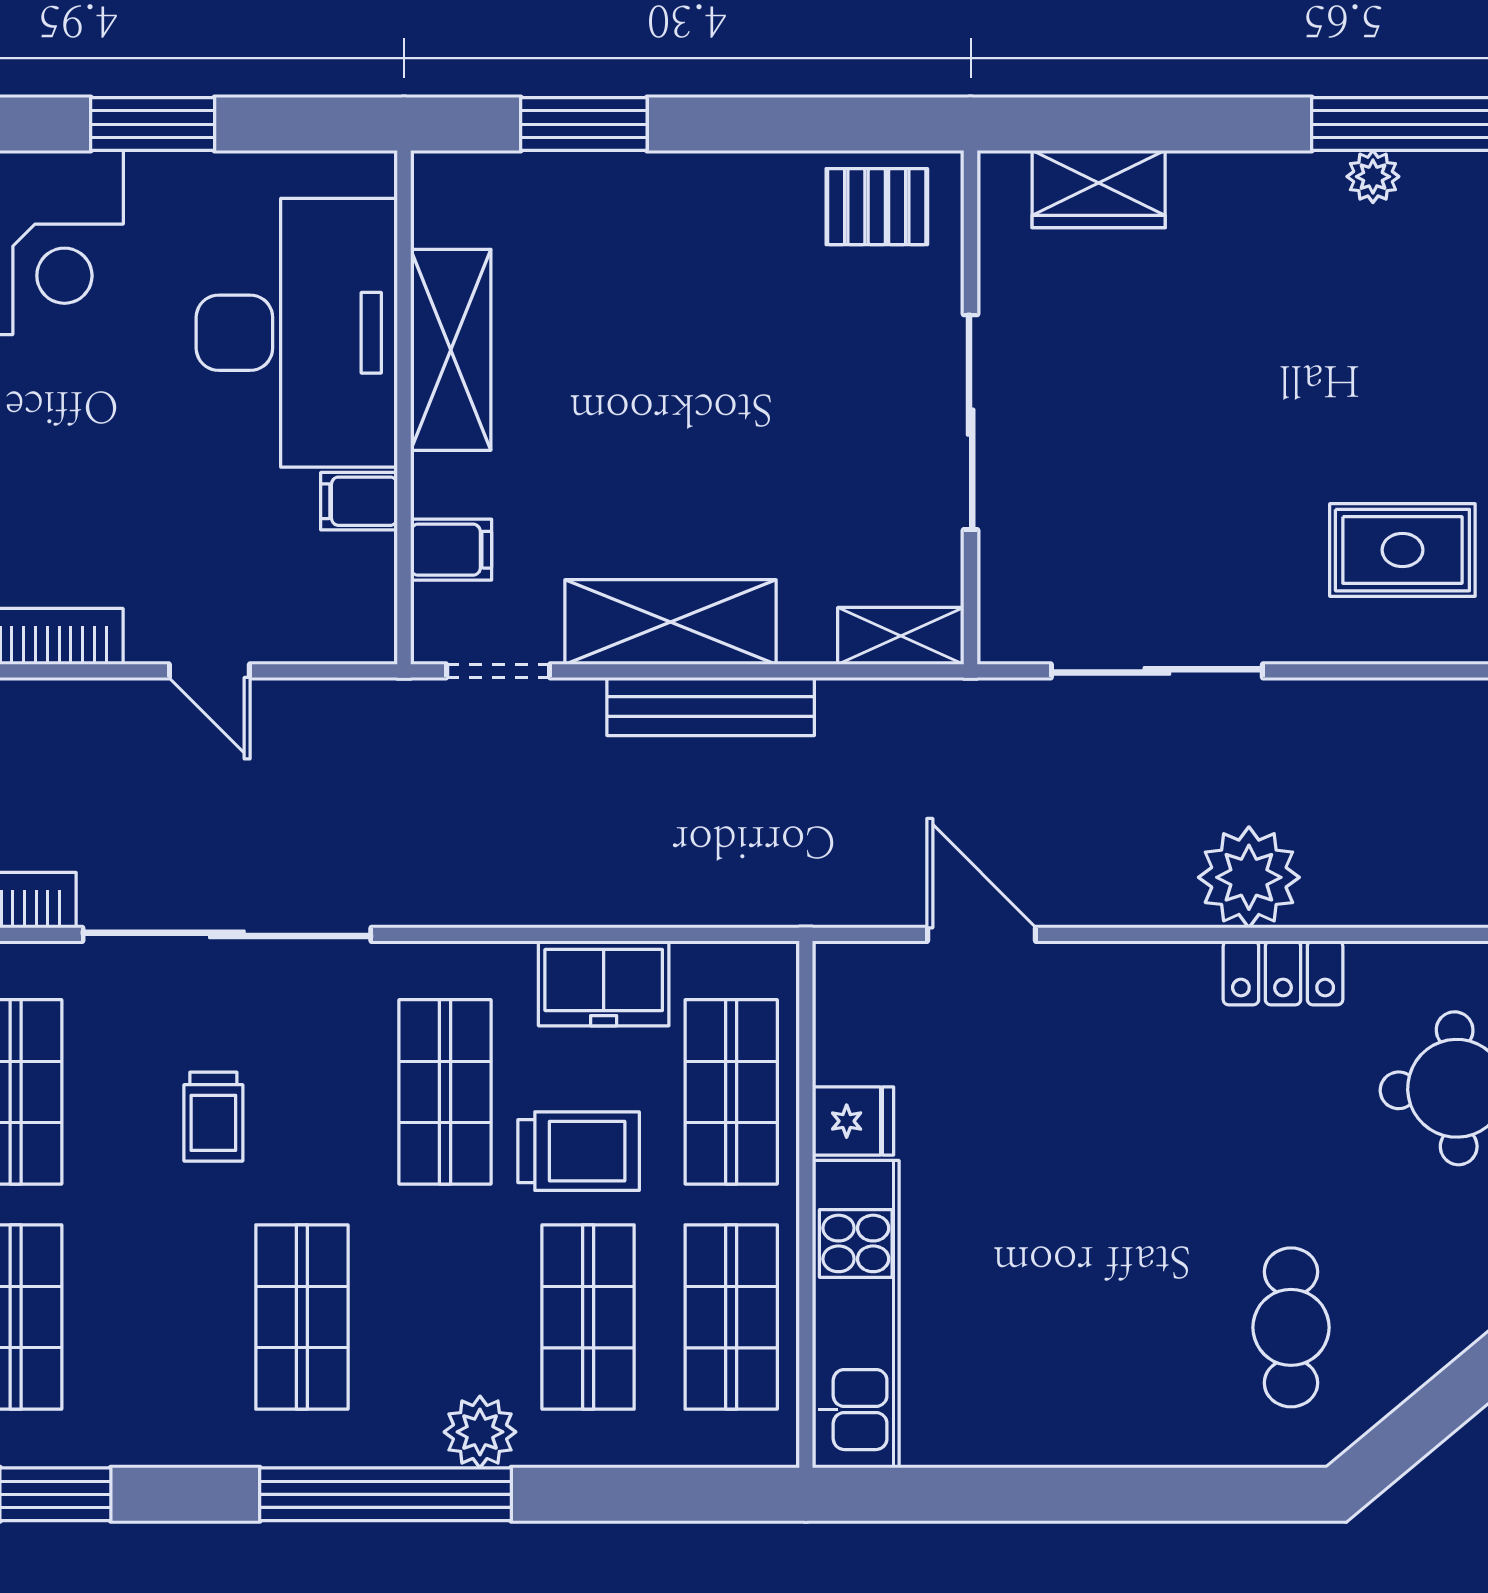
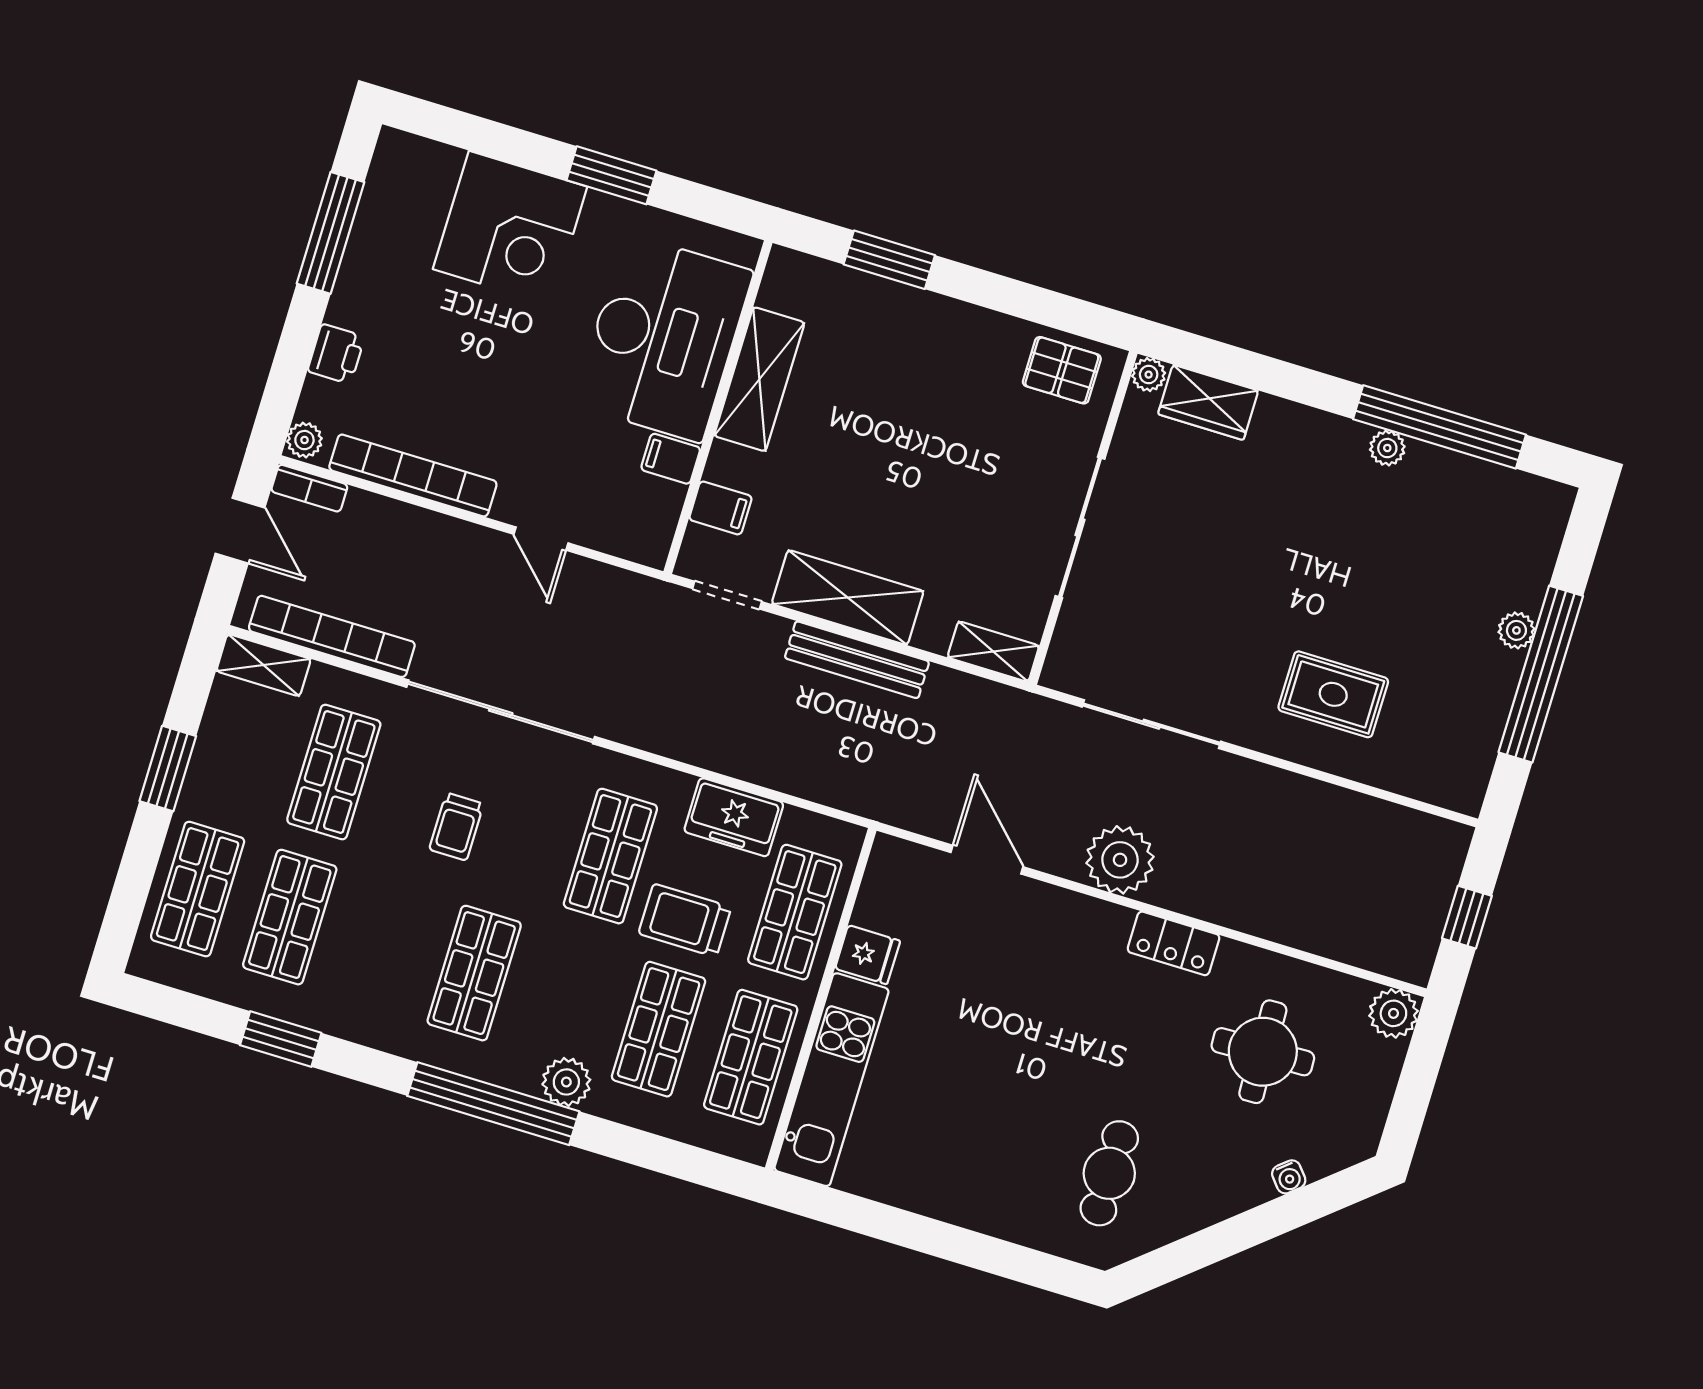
plant: (1002, 175) -> (1149, 375), added
plant: (1249, 877) -> (1120, 860), moved
trolley: (579, 1151) -> (685, 920), turned 180

